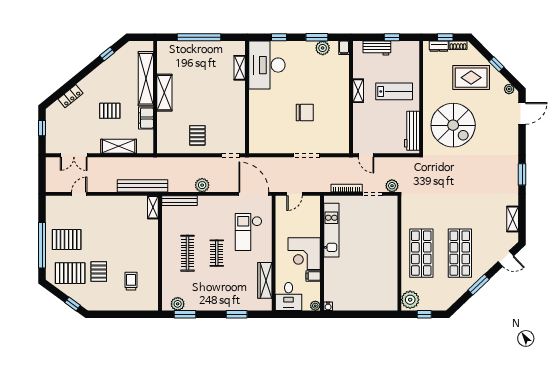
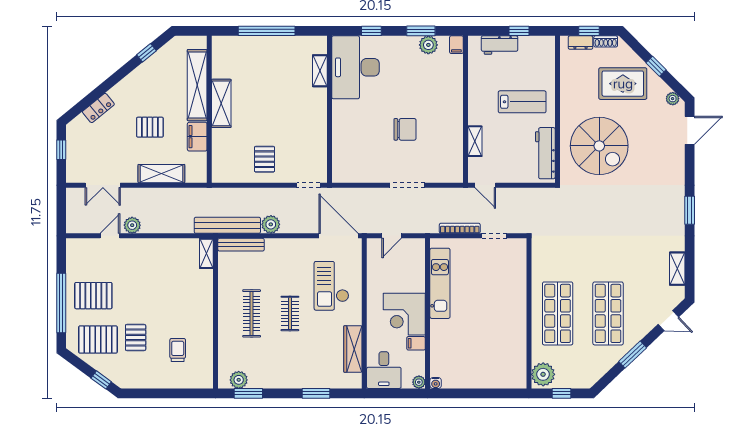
shelving: (358, 91) -> (475, 141), moved
bench: (143, 186) -> (227, 225), moved
plant: (392, 186) -> (132, 225), moved

